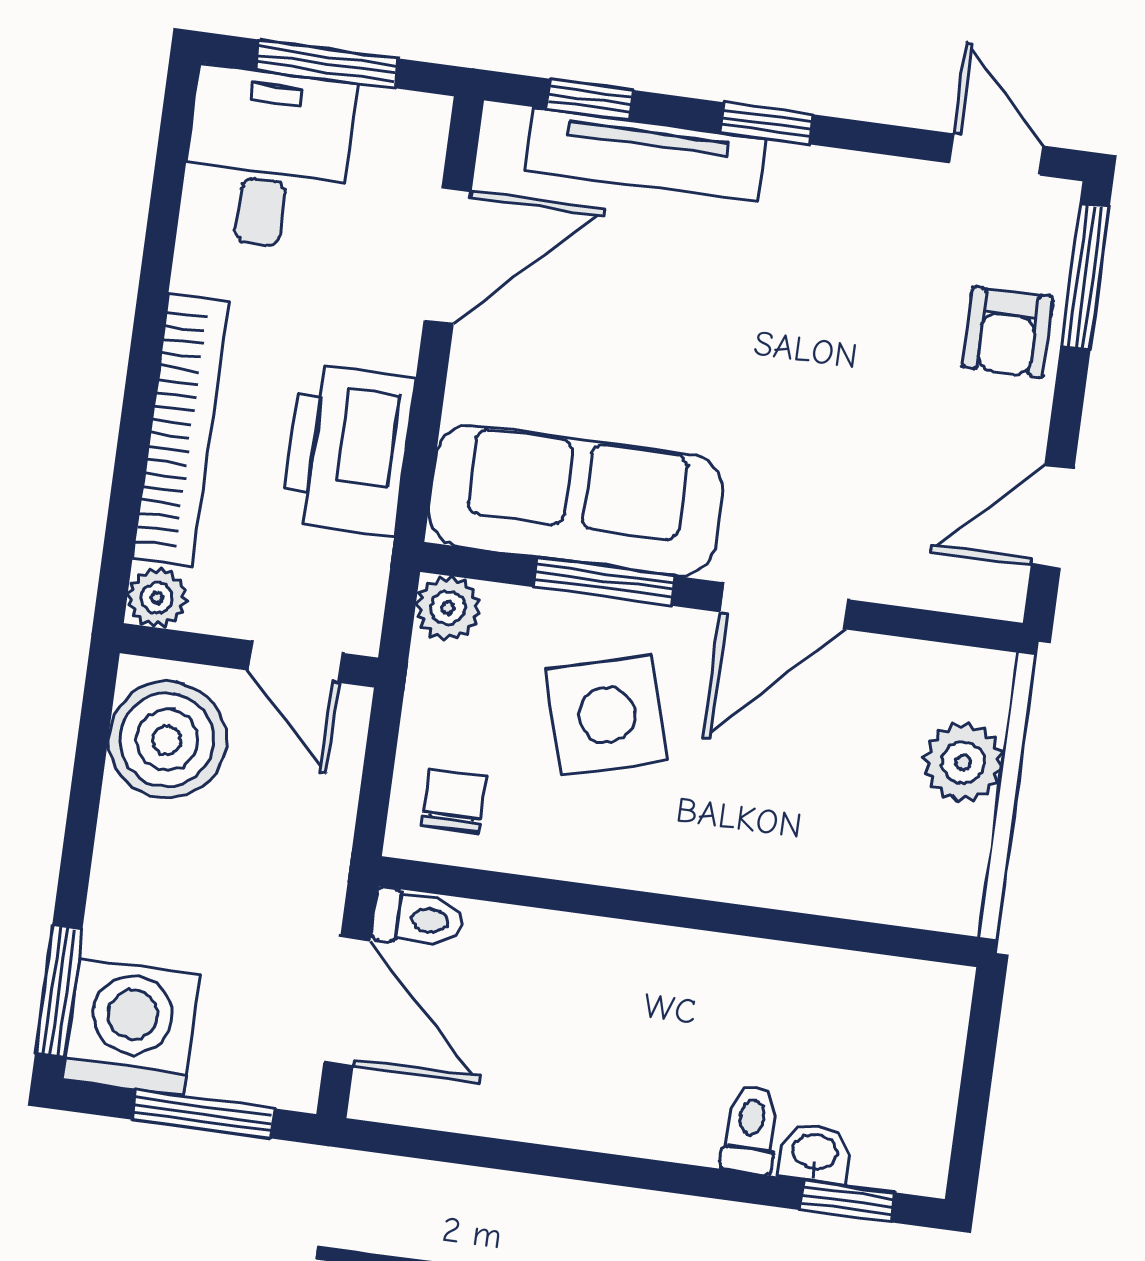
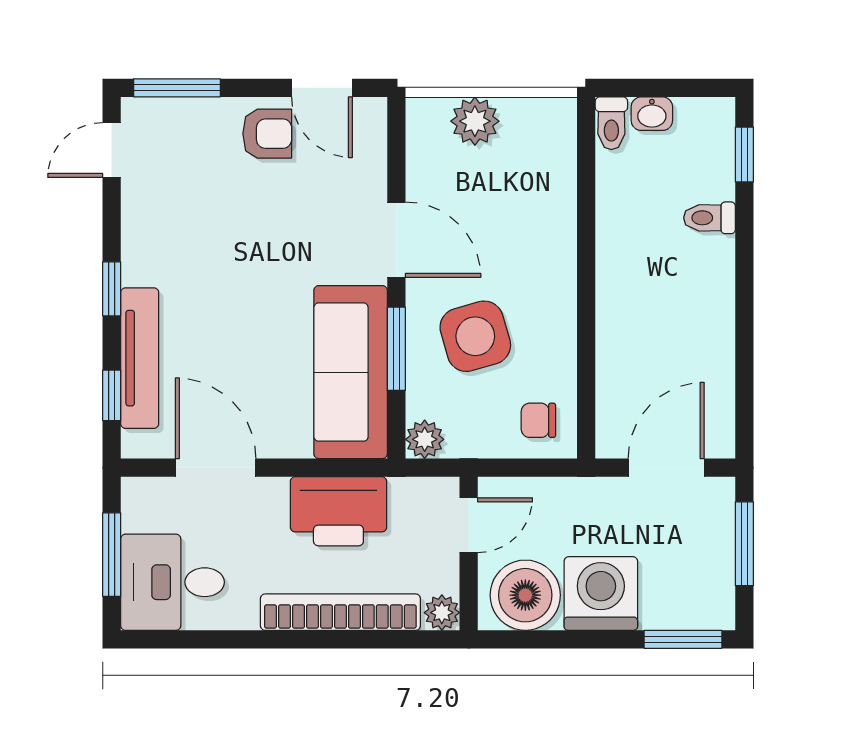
armchair: (1008, 332) -> (267, 134), moved
toilet: (418, 919) -> (611, 123), moved, turned 180
washing machine: (131, 1027) -> (601, 593), moved, turned 90
washbasin: (815, 1153) -> (652, 114), moved, turned -90

